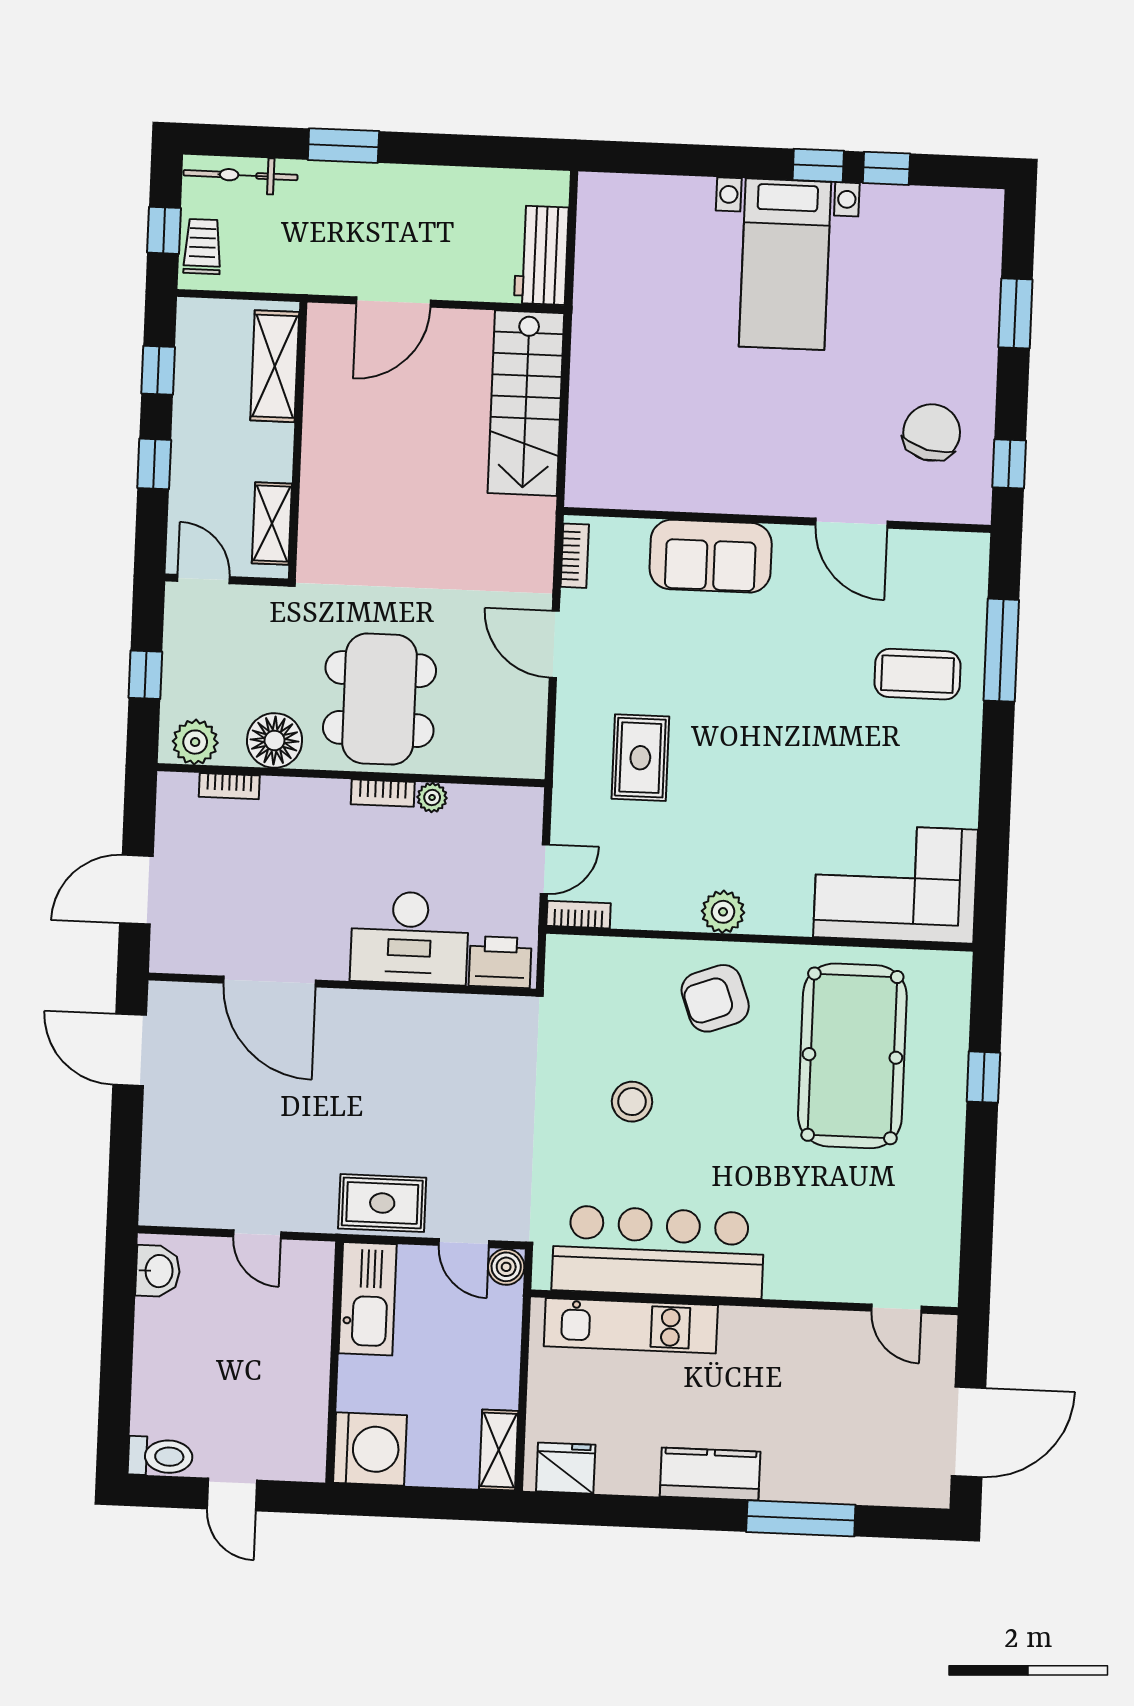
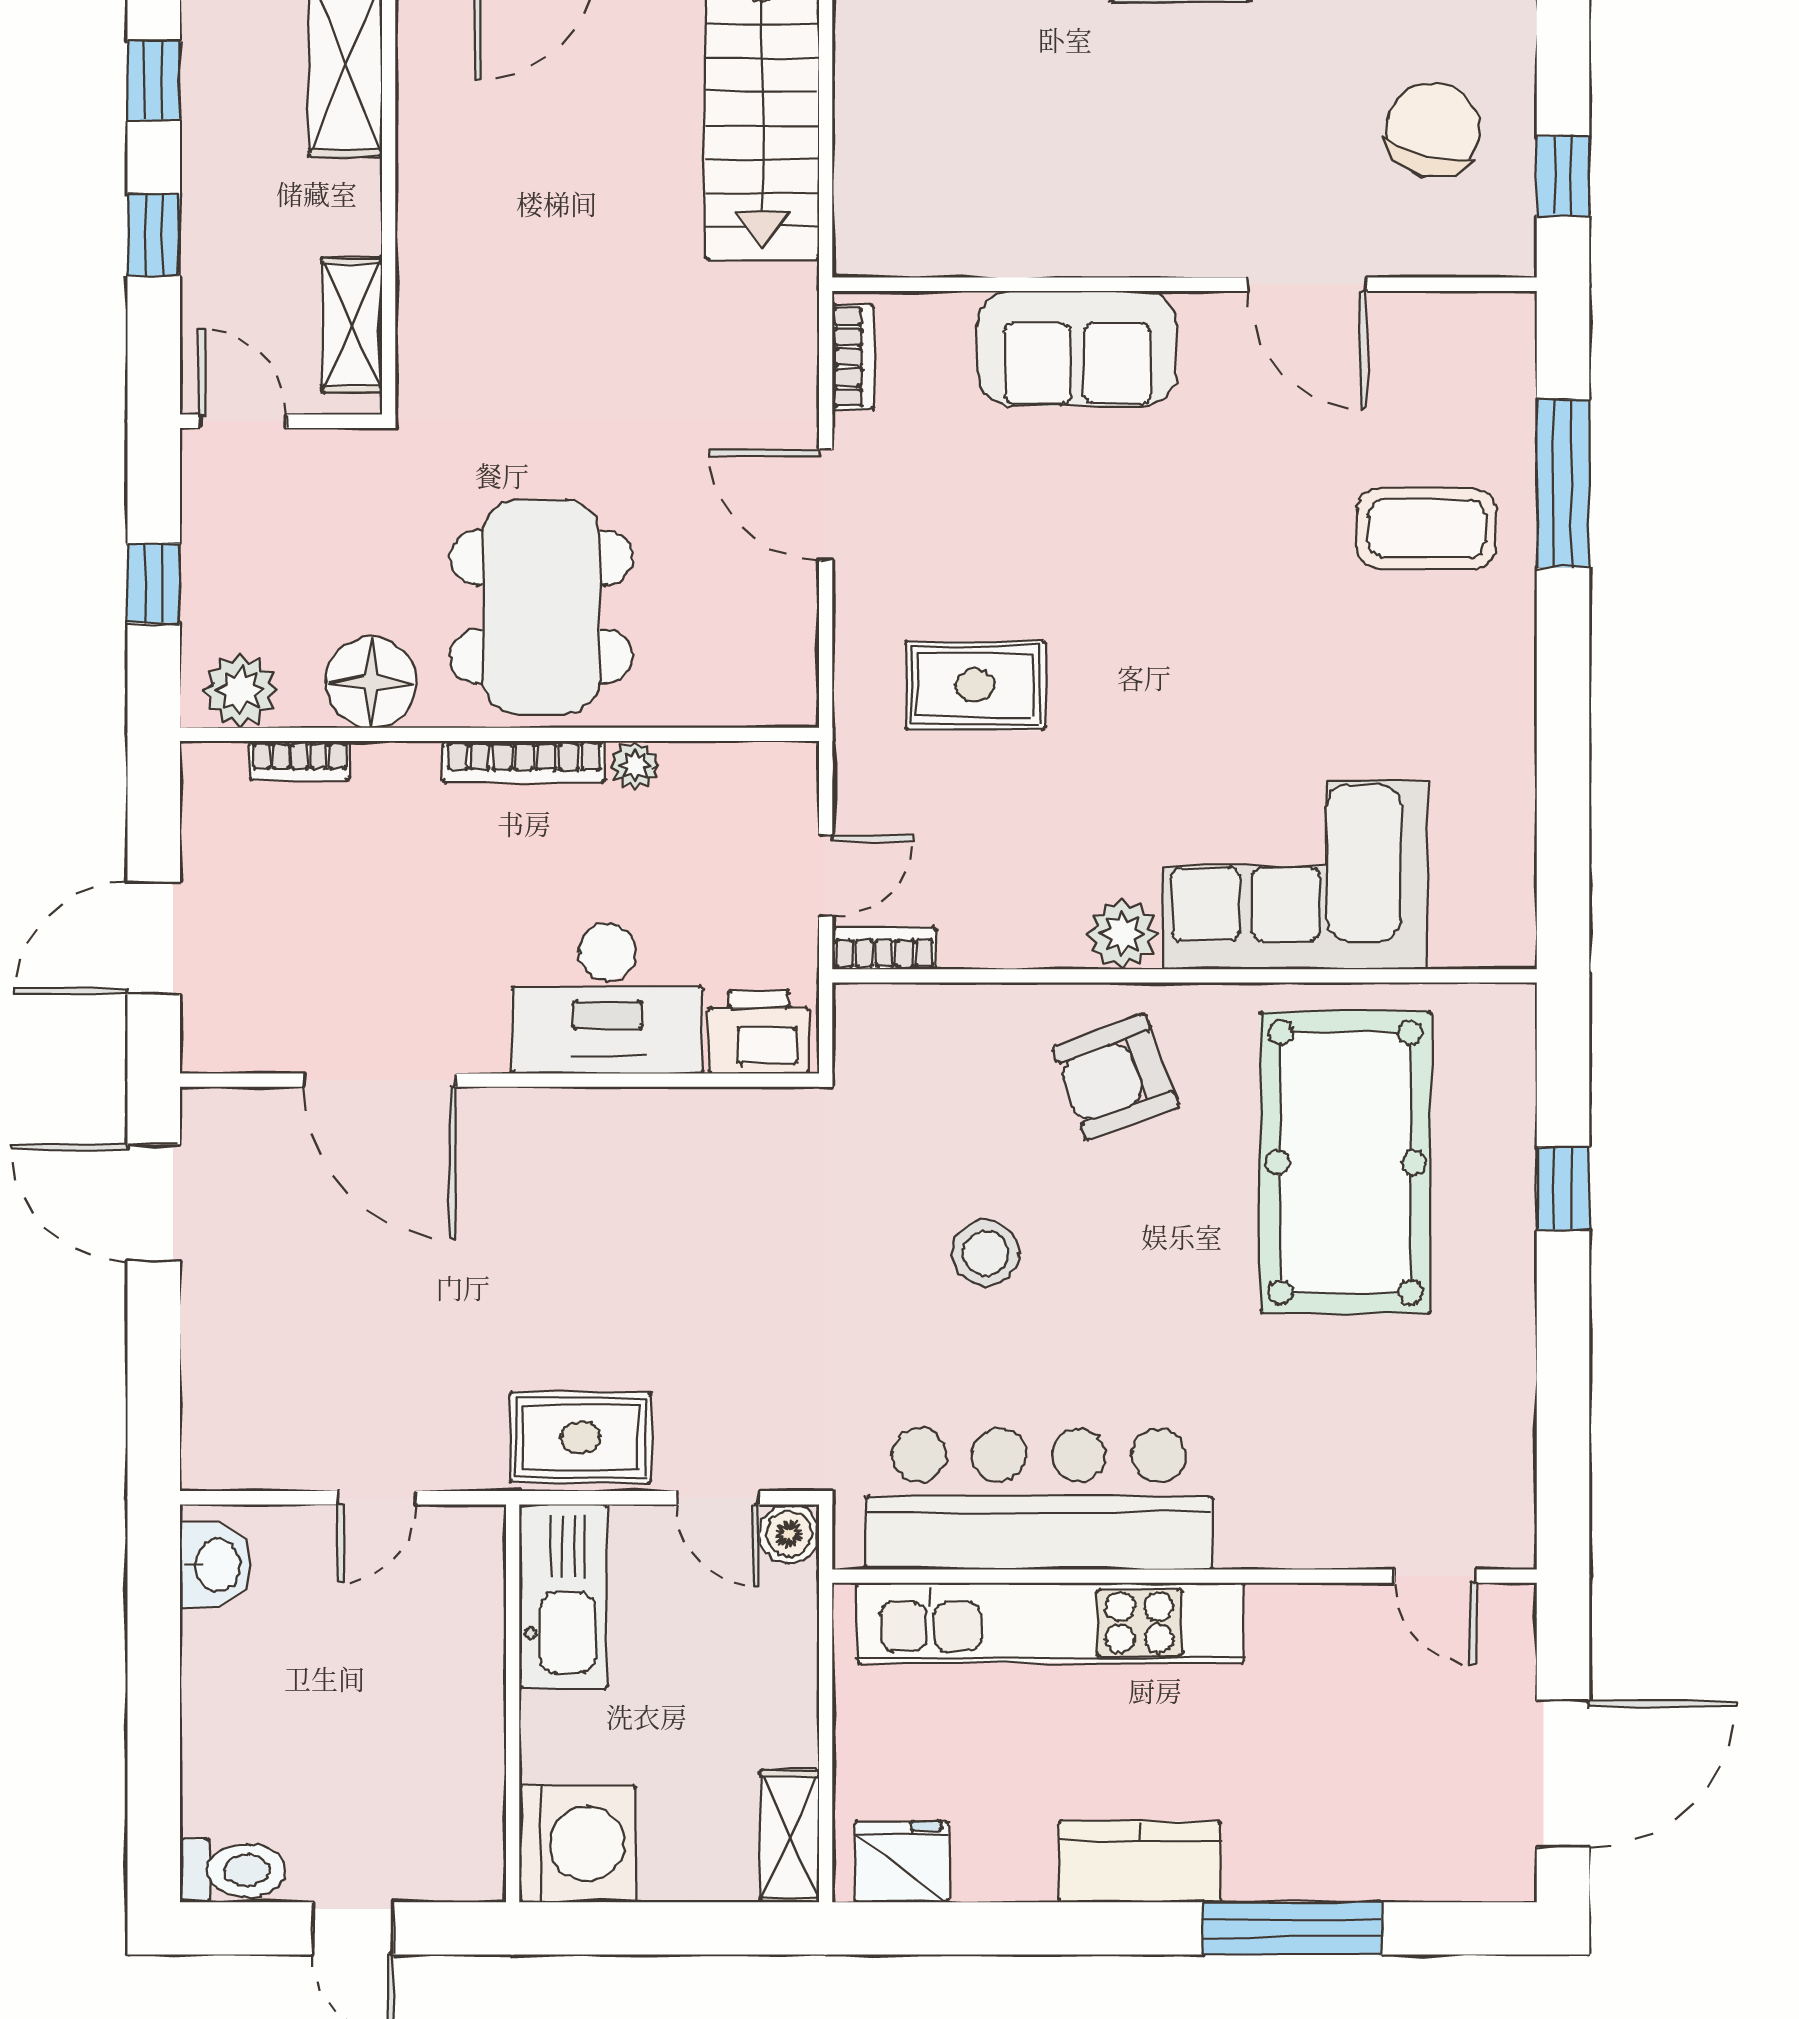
rug: (640, 758) -> (975, 686), turned 90
bookcase: (383, 793) -> (524, 762), width x1.56
corner sofa: (896, 883) -> (1295, 875), moved
door: (257, 1234) -> (377, 1498), hinge flipped
kitchen unit: (631, 1326) -> (1050, 1623), width x1.36

